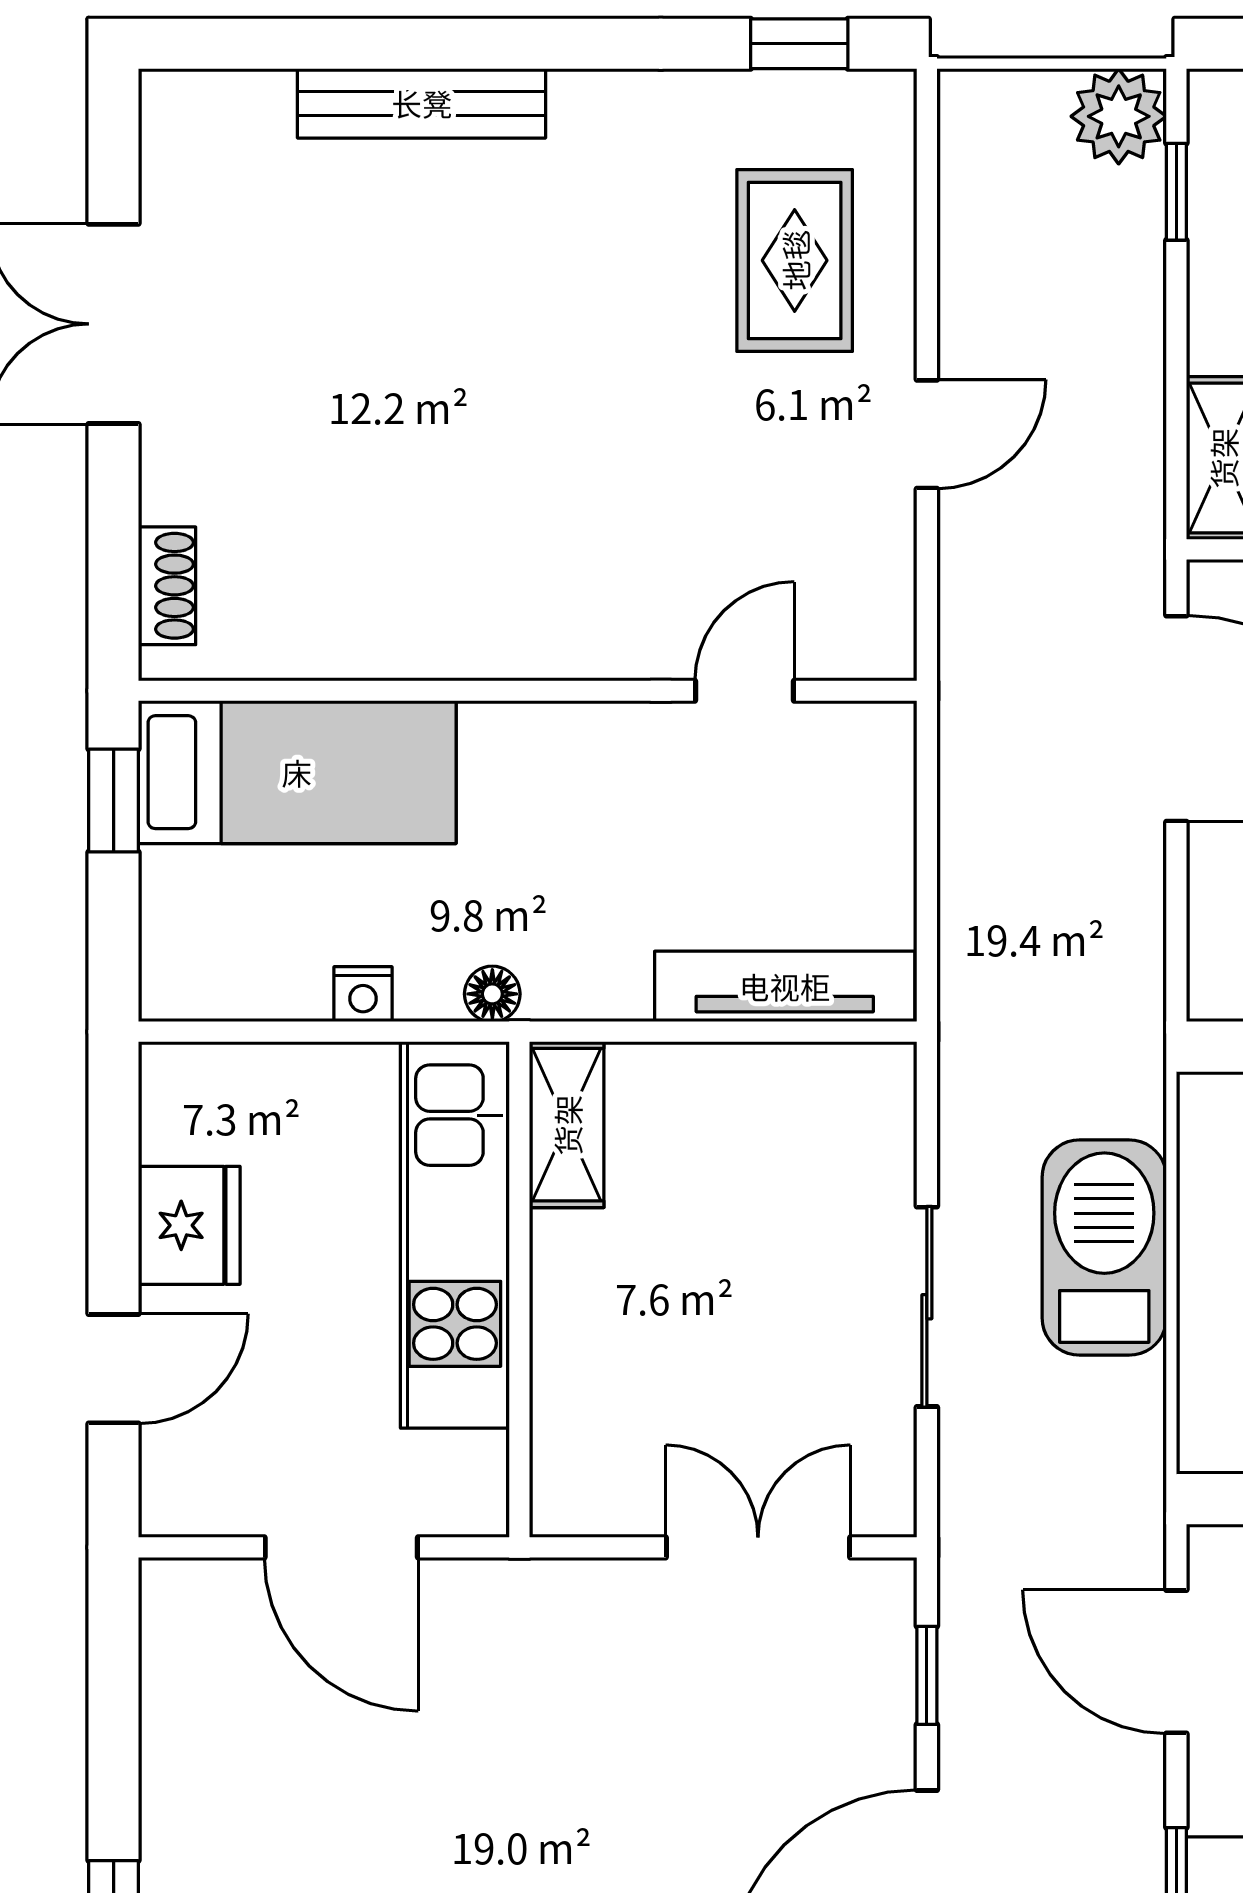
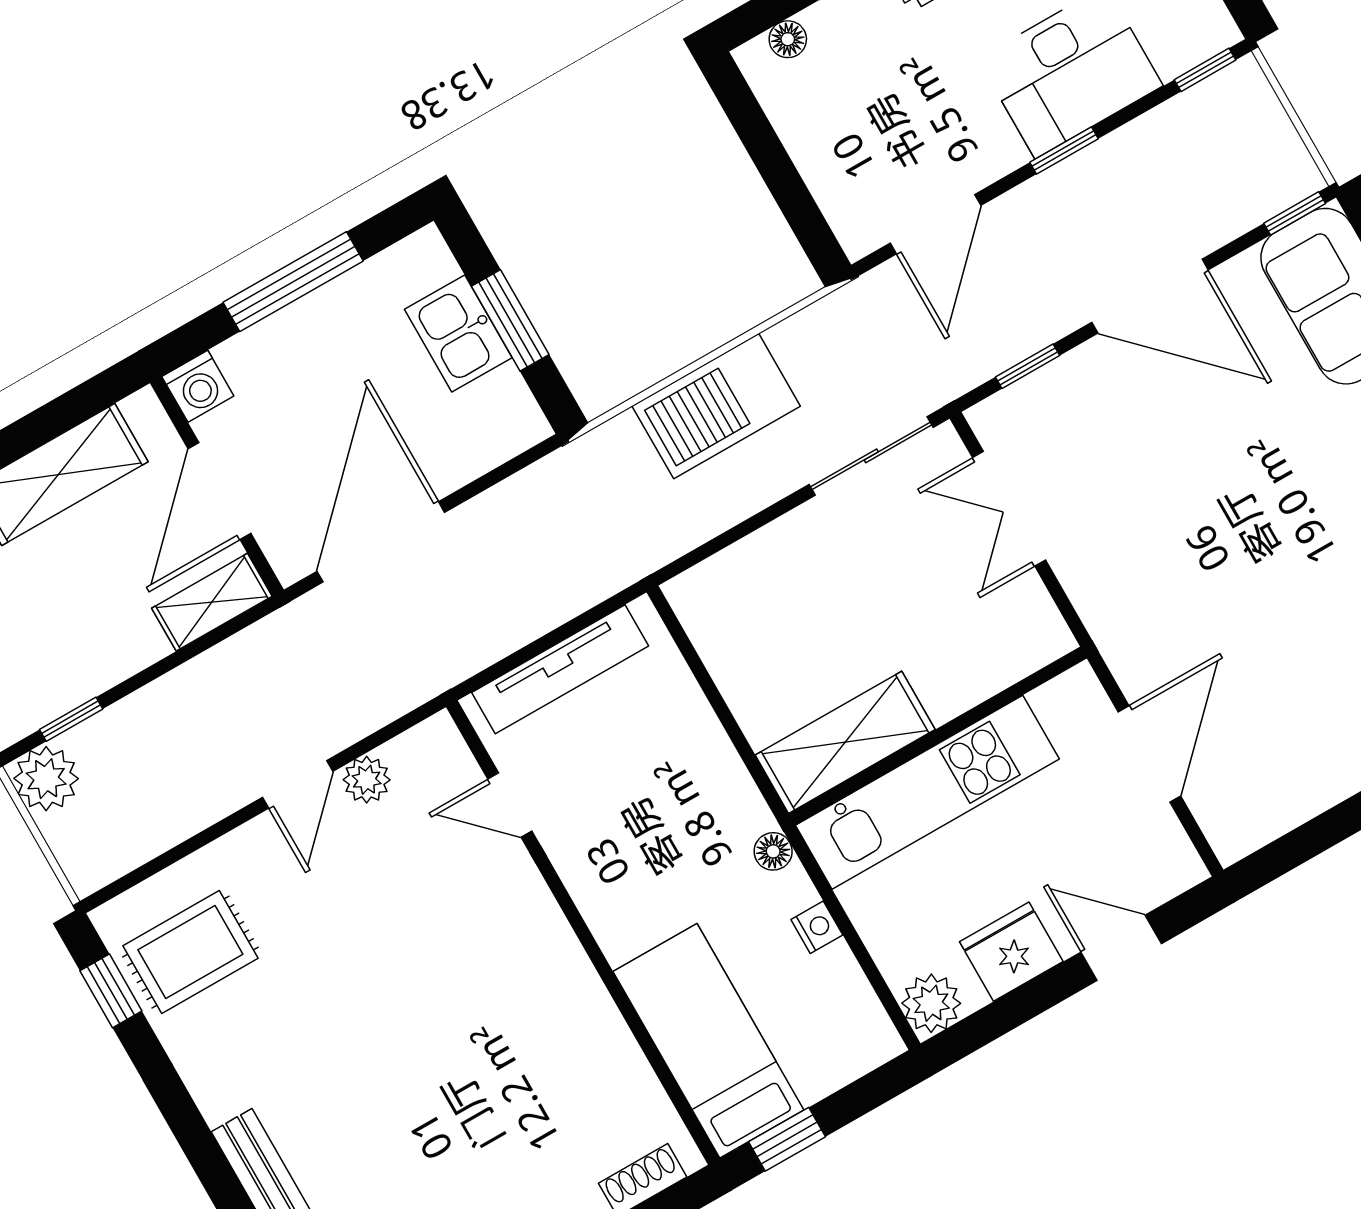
rug: (795, 260) -> (190, 952), moved
door: (927, 434) -> (298, 784), swing flipped
plant: (882, 526) -> (367, 780), added
tv unit: (785, 986) -> (560, 669), moved, turned -90
plant: (182, 1085) -> (931, 1003), added
shelving: (567, 1125) -> (845, 742), width x1.50, depth x1.33
sliding door: (927, 1307) -> (871, 456), moved

